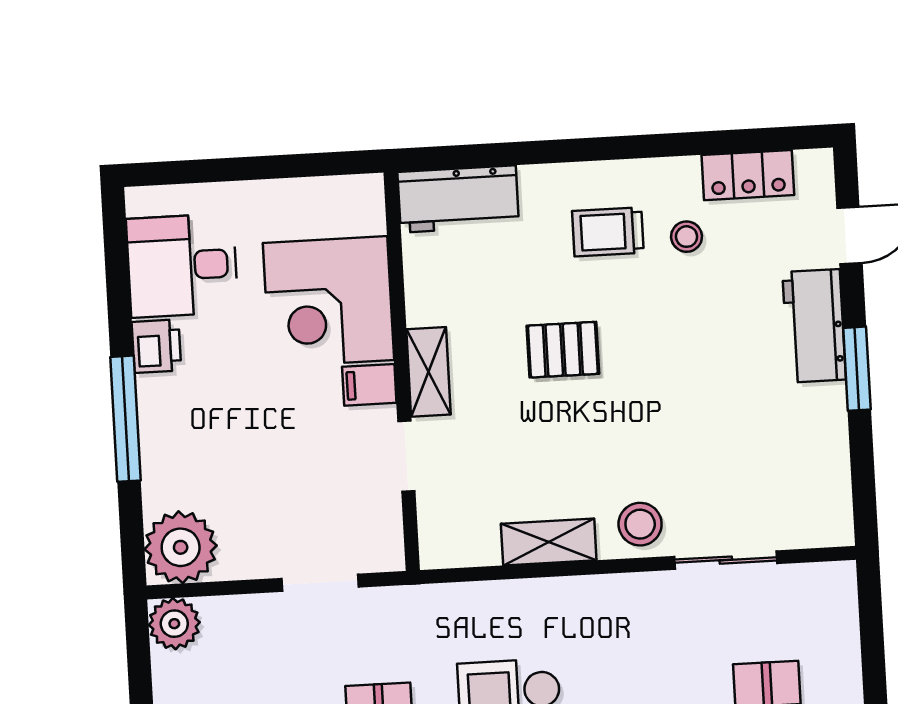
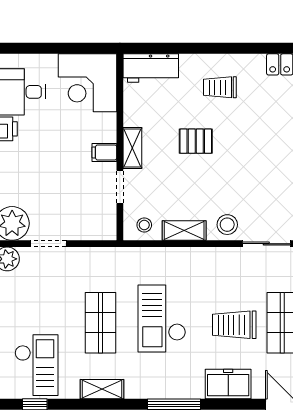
stool: (687, 237) -> (144, 225), moved
corner desk: (328, 301) -> (88, 83), moved
doorway: (320, 583) -> (48, 244), moved

